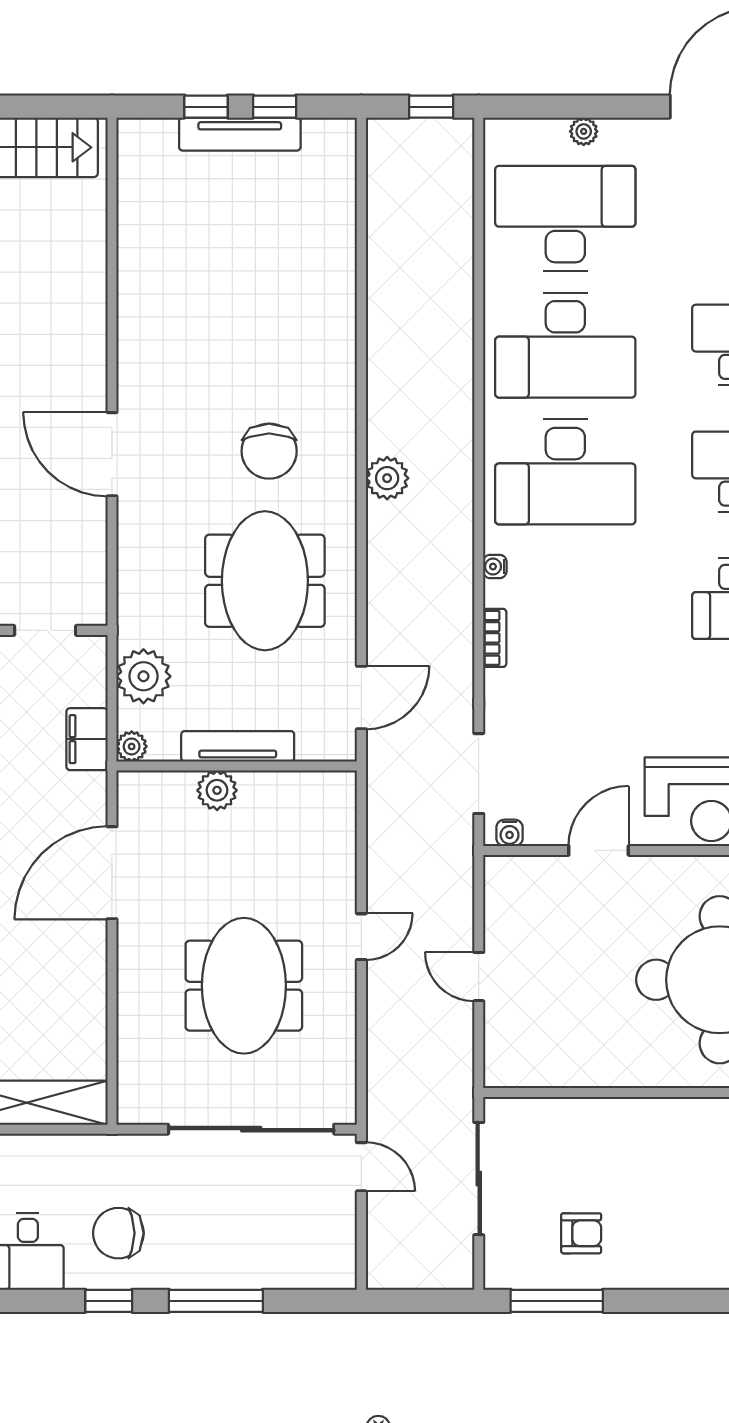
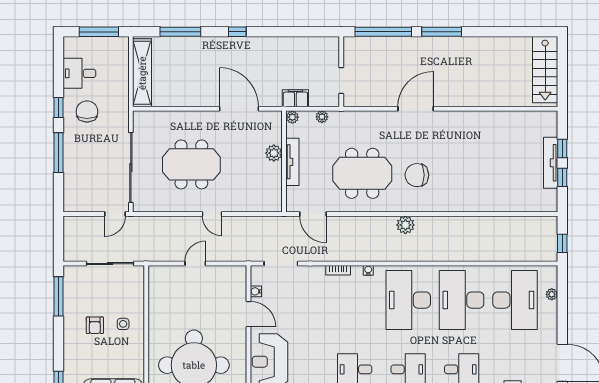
plant: (584, 131) -> (552, 294), moved
plant: (143, 676) -> (322, 117), width x0.53, depth x0.53
water cooler: (510, 833) -> (256, 291), moved
side table: (622, 1148) -> (123, 324), added
armchair: (581, 1233) -> (95, 325), moved

